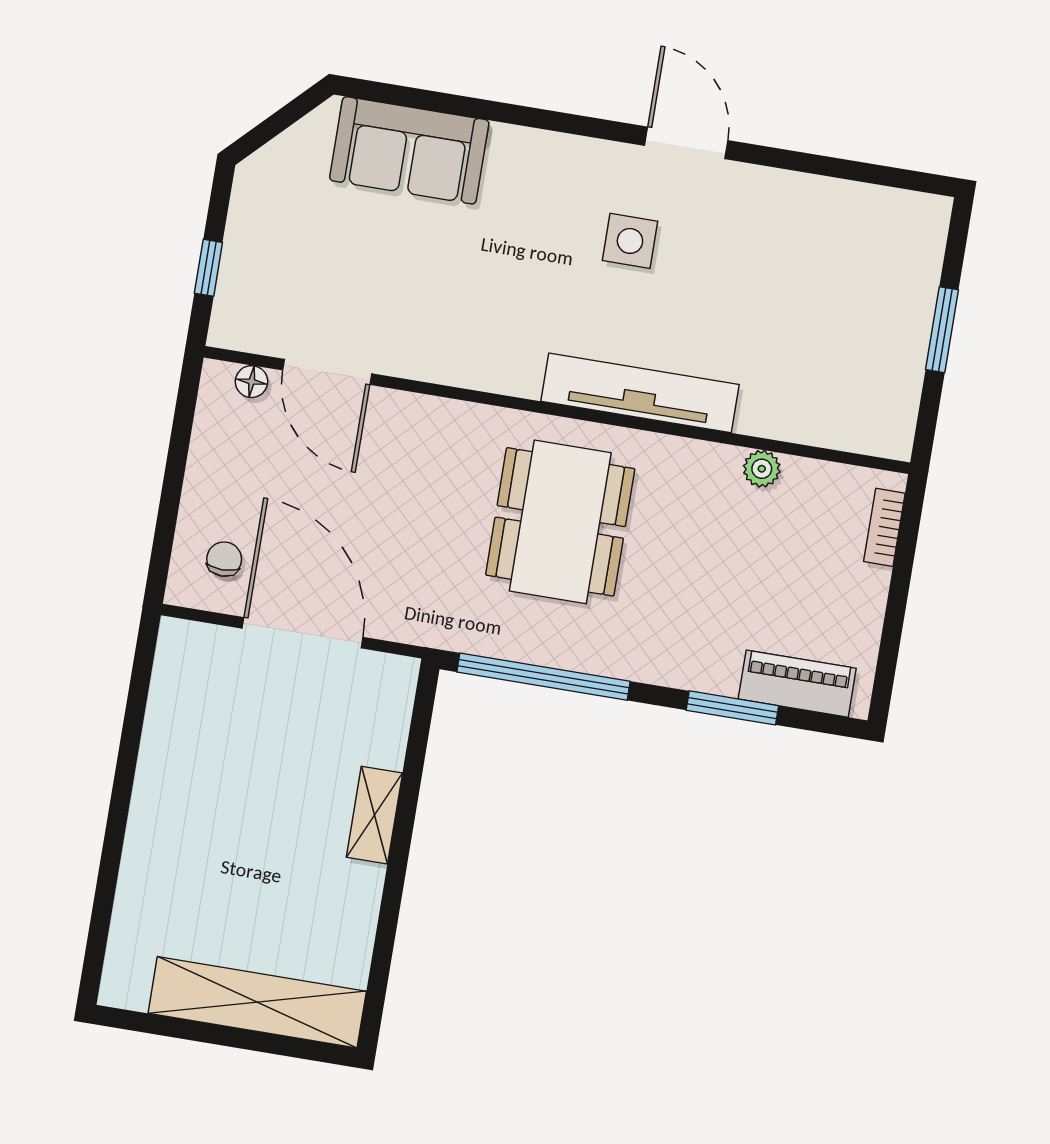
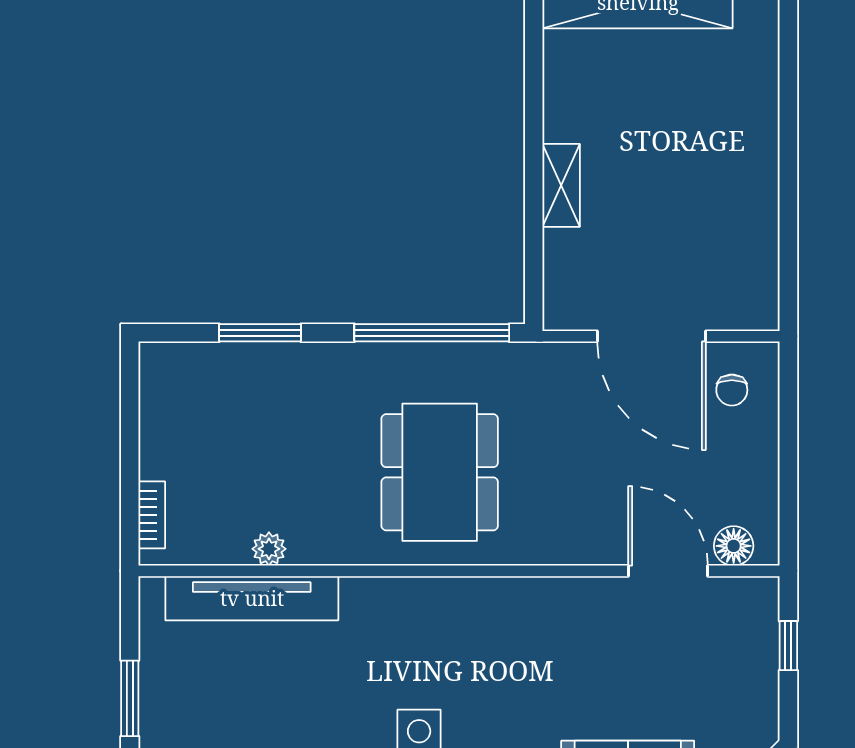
floor lamp: (252, 382) -> (734, 546), width x1.37, depth x1.37
tv unit: (640, 393) -> (252, 598), moved
piano: (797, 684) -> (206, 364), removed

